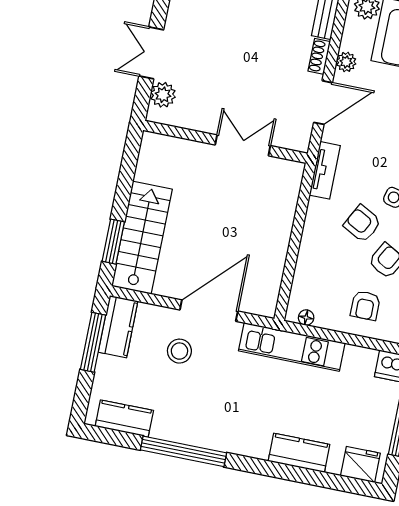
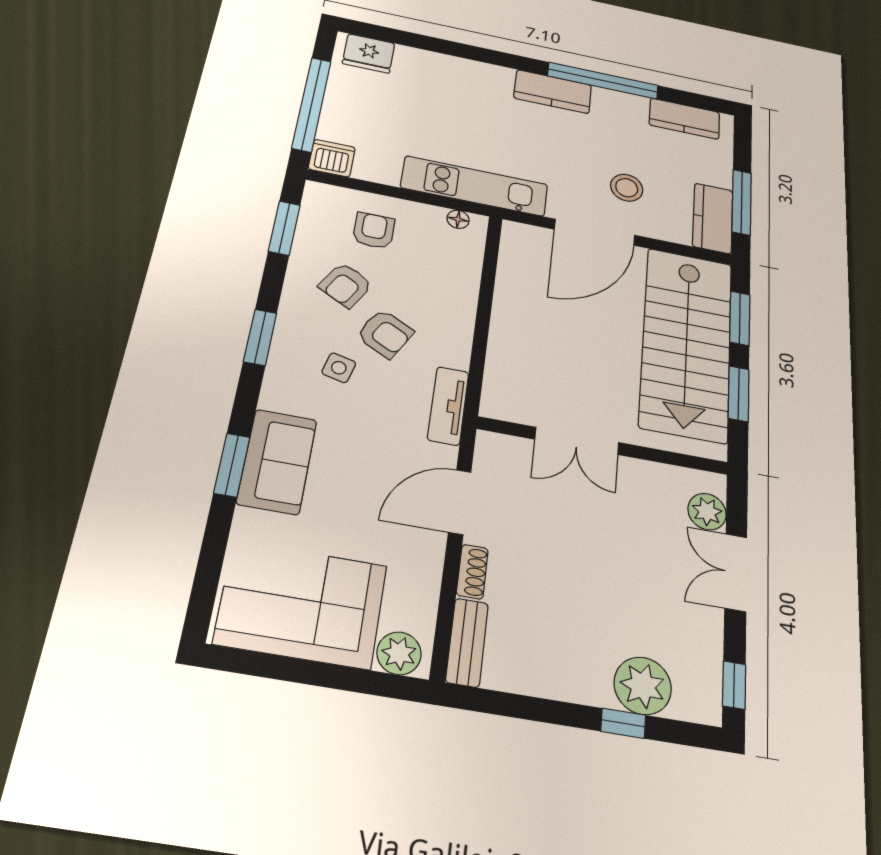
double door: (151, 53) -> (736, 572), swing flipped
plant: (346, 62) -> (427, 564), removed
window: (125, 181) -> (739, 394), added
stairs: (142, 238) -> (687, 343), width x1.36, depth x1.51
kitchen counter: (299, 453) -> (553, 92), moved

